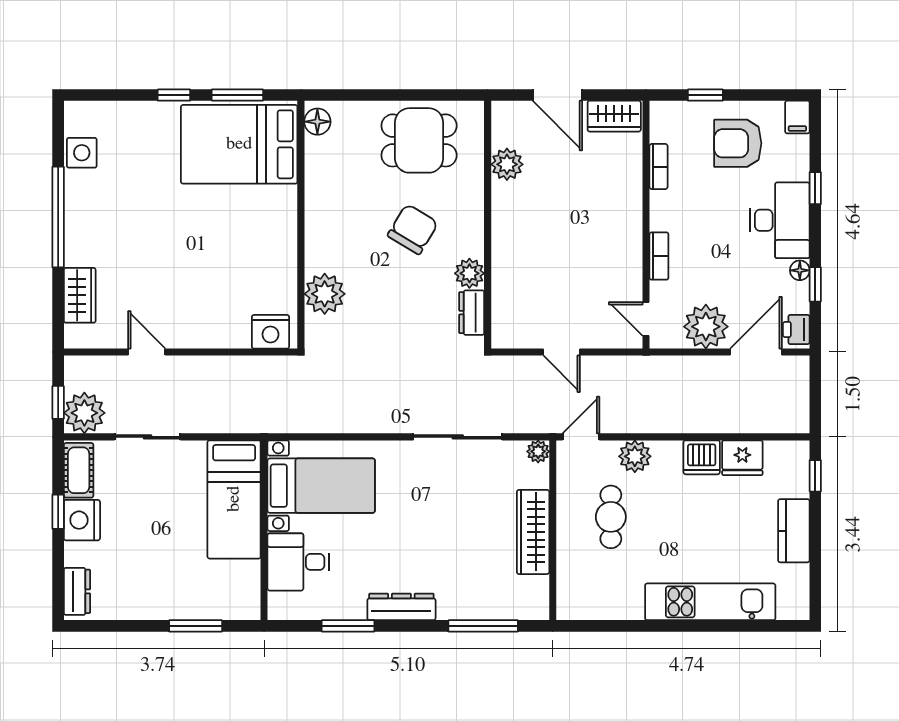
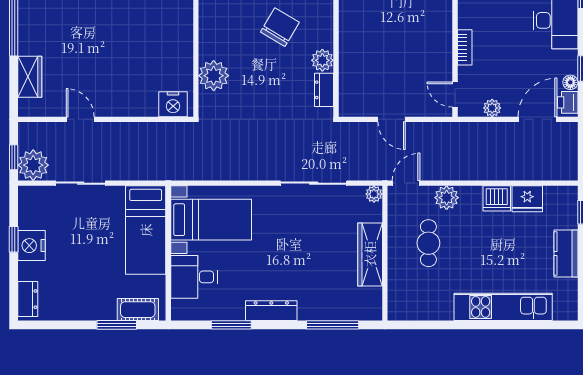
floor lamp: (800, 270) -> (570, 82), moved
plant: (706, 327) -> (492, 108), width x0.53, depth x0.53
cot: (79, 470) -> (138, 310), moved, turned 90

